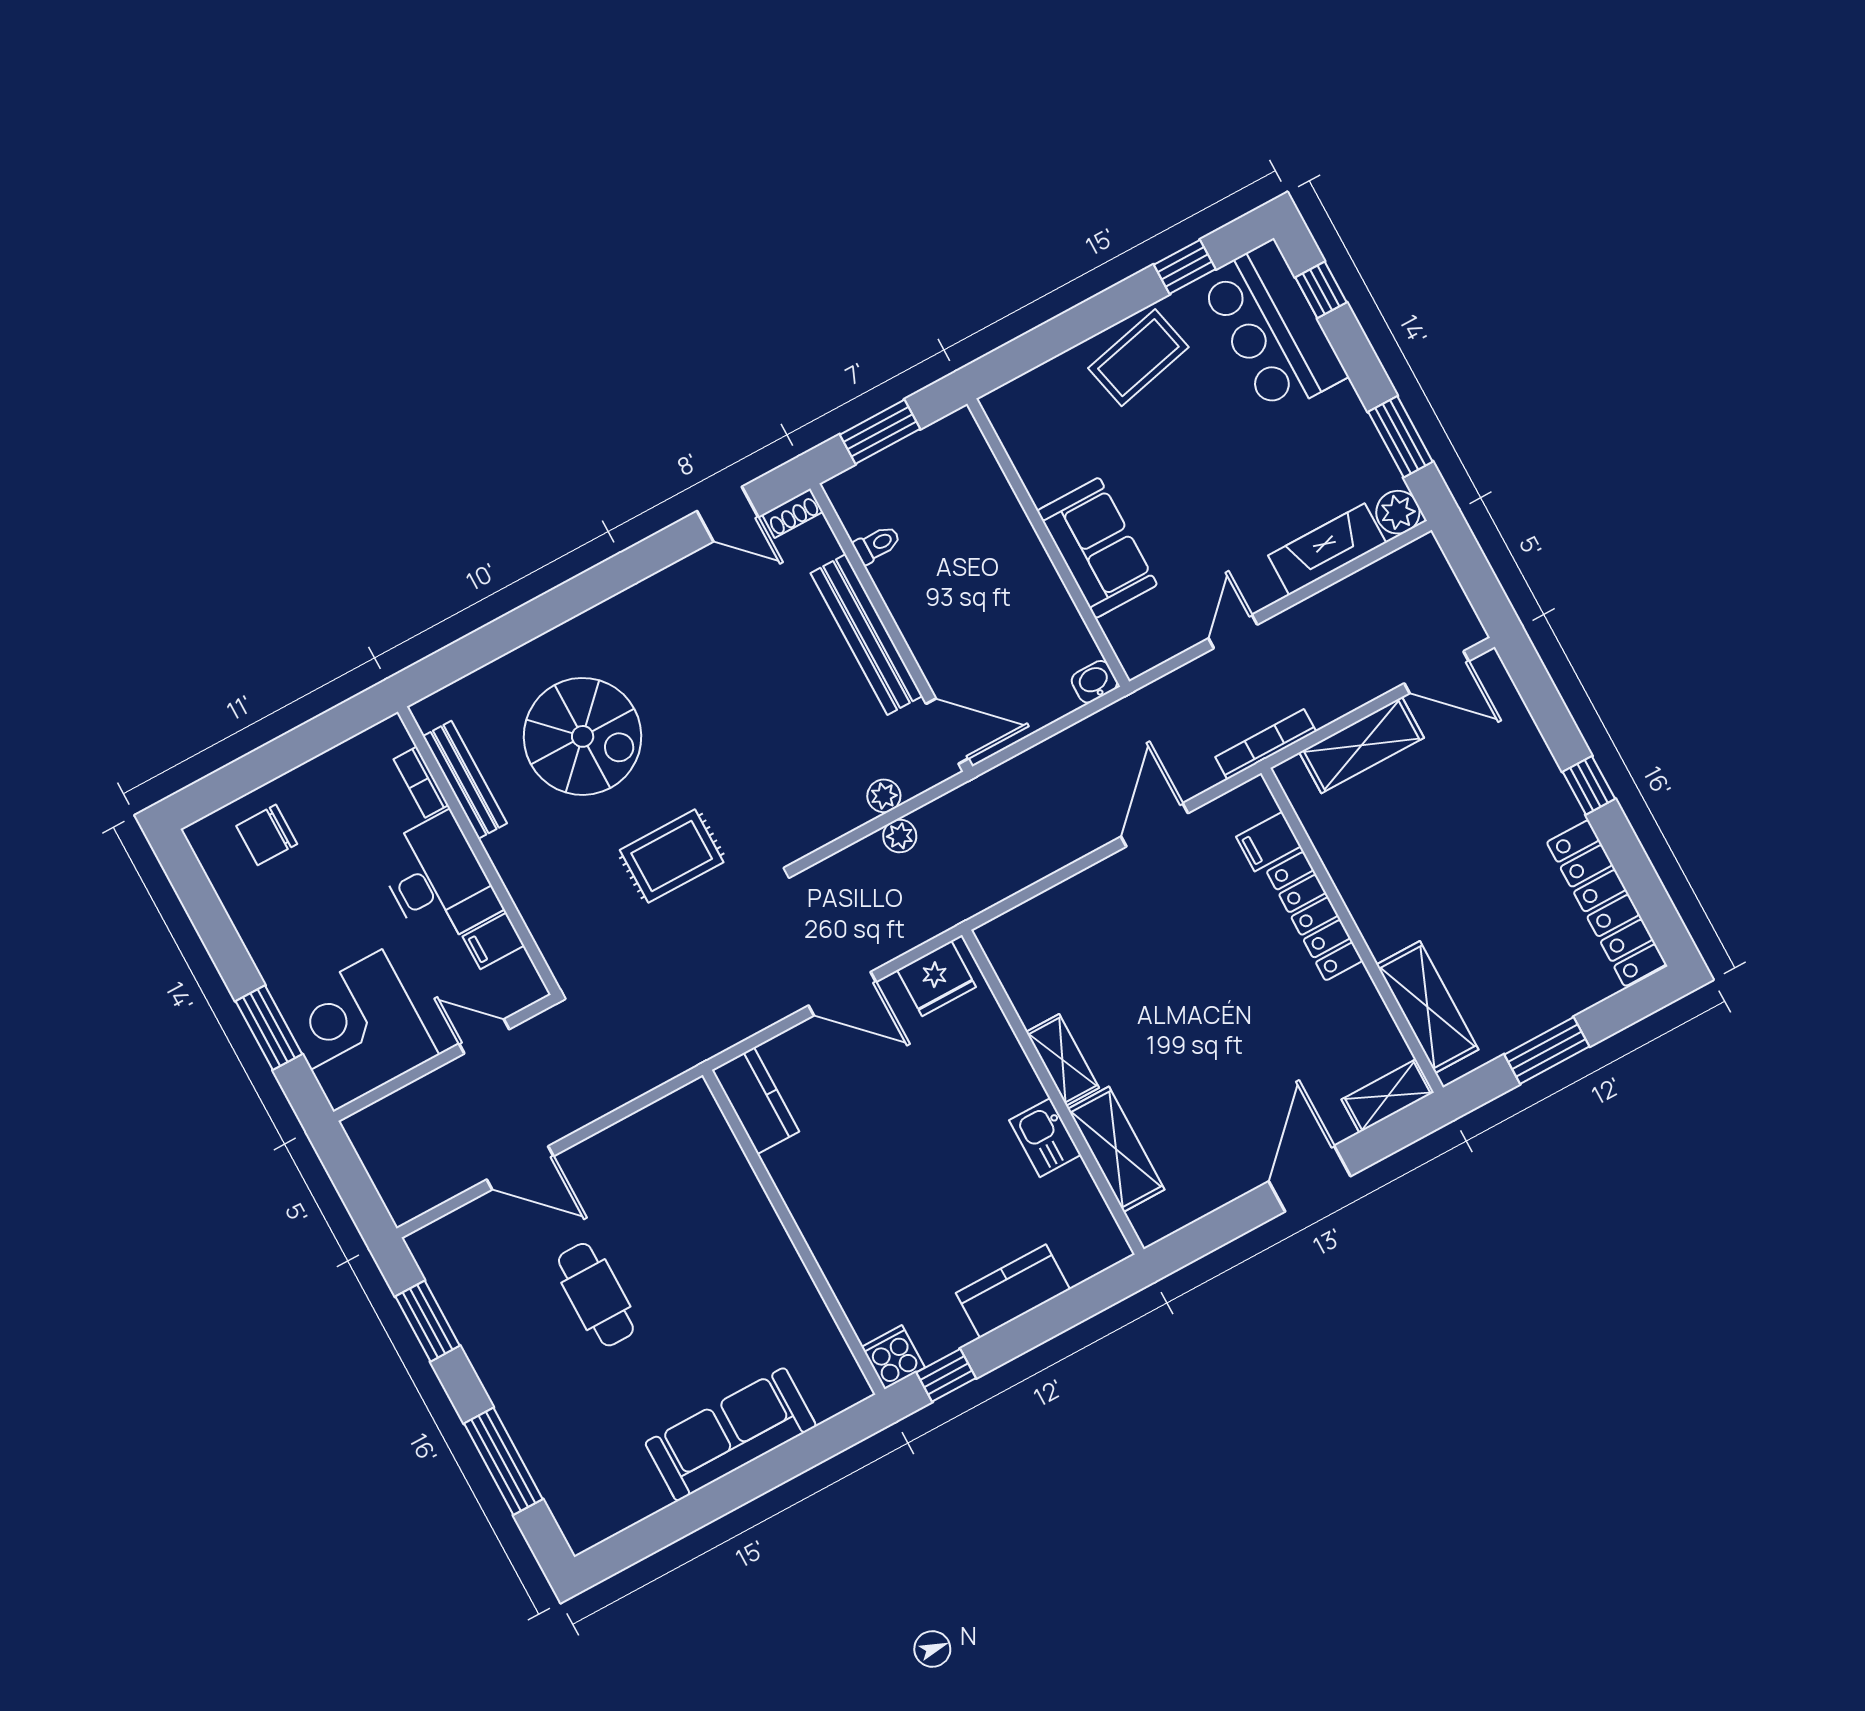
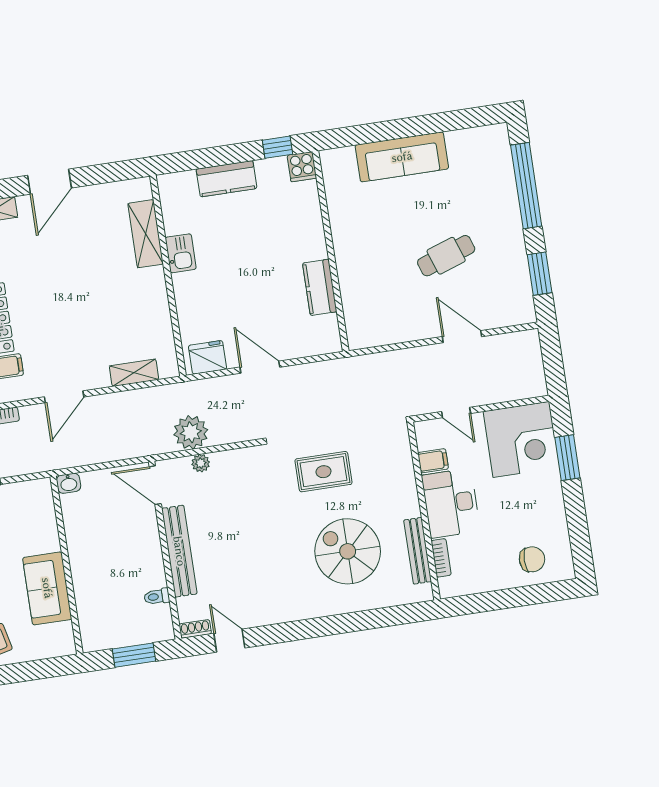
sofa: (1097, 548) -> (47, 588), moved
plant: (900, 836) -> (191, 432), width x1.88, depth x1.88
shelving: (1063, 1060) -> (134, 373), moved, turned 90
kitchen counter: (756, 1101) -> (320, 287), moved
cafe table: (596, 1295) -> (446, 256), turned 71
window: (503, 1461) -> (526, 186), width x1.46

